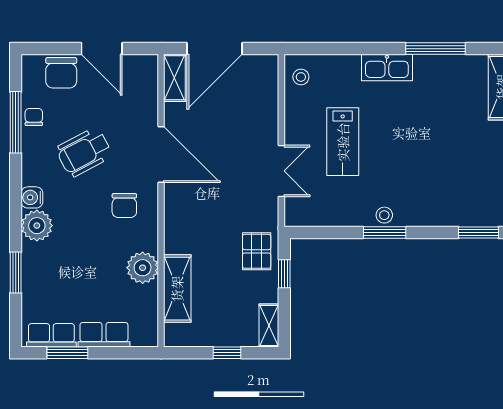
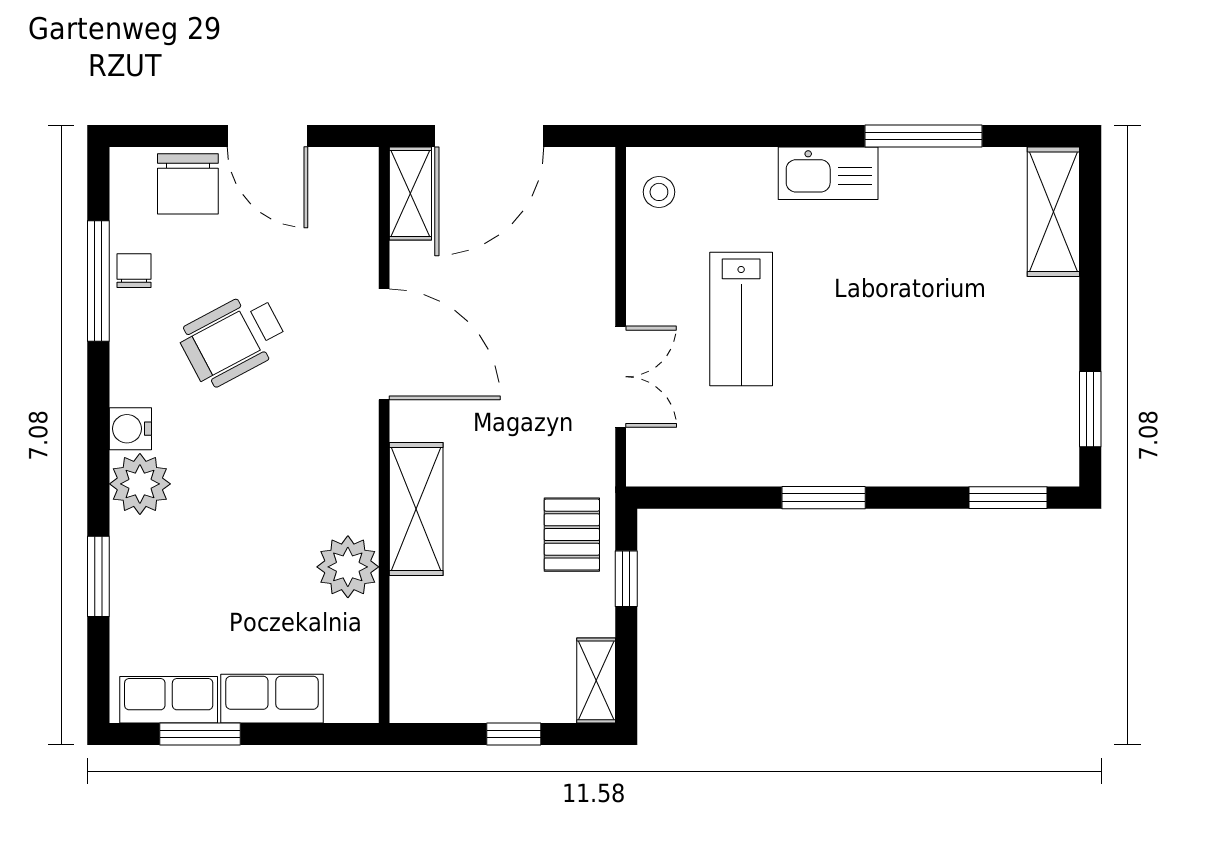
chair: (124, 206) -> (312, 445), removed
stool: (384, 215) -> (823, 463), removed
shelving: (177, 289) -> (416, 509), moved

